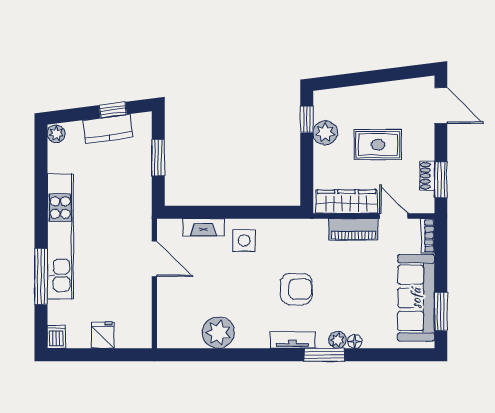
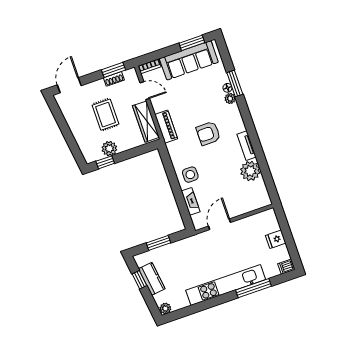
door: (394, 216) -> (145, 91), swing flipped
piano: (353, 229) -> (166, 127), moved
armchair: (296, 289) -> (208, 133), turned -90
tv unit: (293, 340) -> (247, 146), moved
window: (324, 355) -> (235, 83), moved

